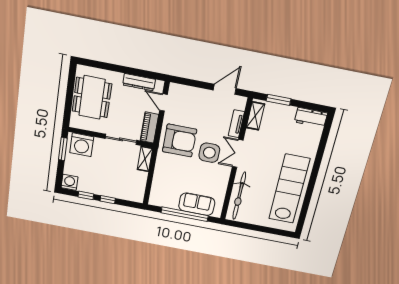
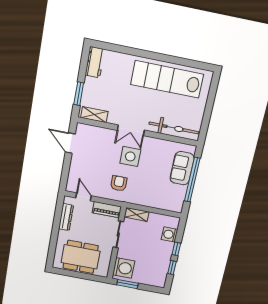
door: (163, 103) -> (84, 197), swing flipped
tv unit: (236, 124) -> (102, 132), removed
armchair: (180, 141) -> (119, 183), width x0.53, depth x0.53
washing machine: (69, 182) -> (170, 234), moved

